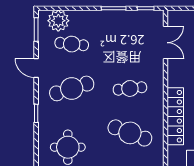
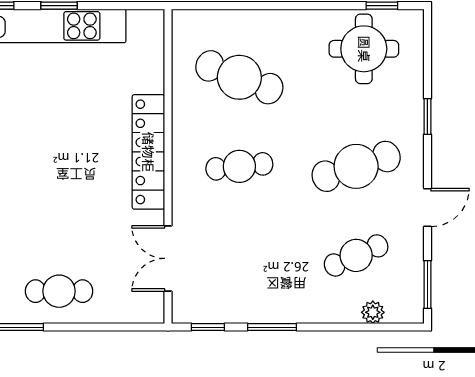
plant: (58, 21) -> (373, 312), width x0.53, depth x0.53
cafe table: (72, 44) -> (356, 255), turned -30
door: (36, 68) -> (427, 208), hinge flipped
locker: (175, 116) -> (148, 152), moved

